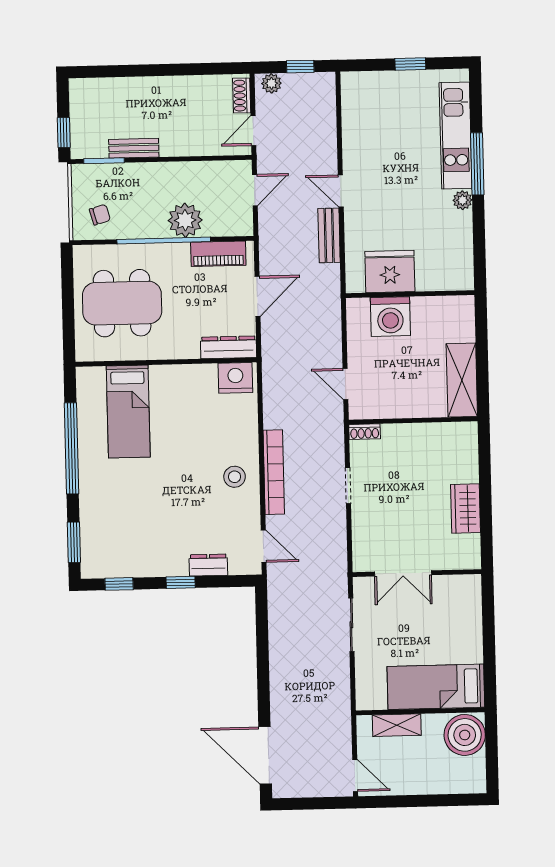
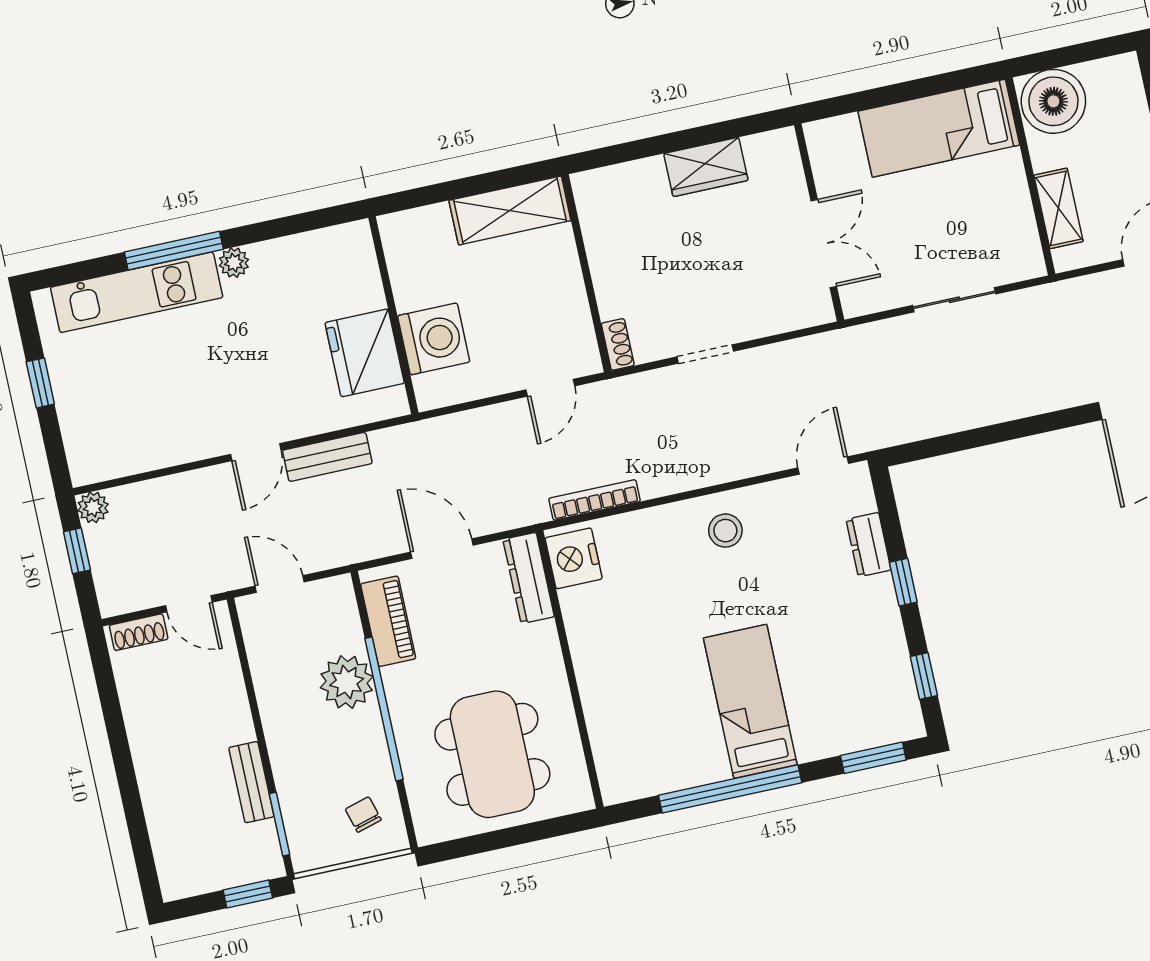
plant: (271, 83) -> (93, 507), moved
bed: (128, 411) -> (750, 701), moved, turned -90
bookcase: (274, 472) -> (595, 500), moved, width x0.68, depth x0.76
sliding door: (351, 625) -> (954, 300), moved
bed: (436, 687) -> (939, 128), moved, turned 90

